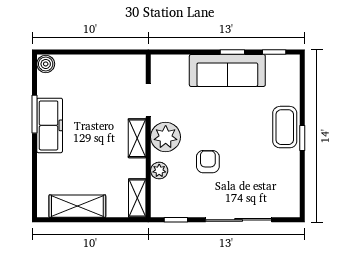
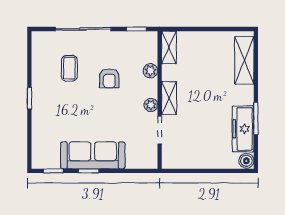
freezer: (50, 125) -> (243, 129), moved
coffee table: (285, 127) -> (69, 68), moved, width x0.73, depth x0.77
plant: (166, 137) -> (151, 105), width x0.53, depth x0.53
shelving: (77, 206) -> (244, 60), moved, turned 90

